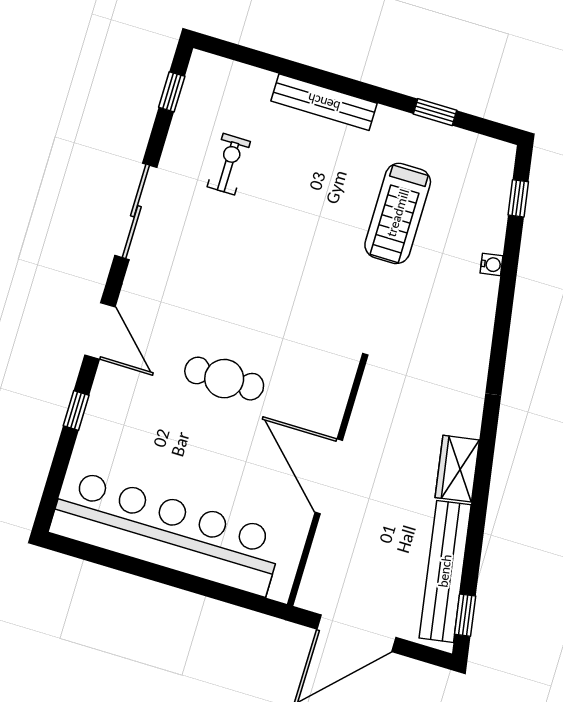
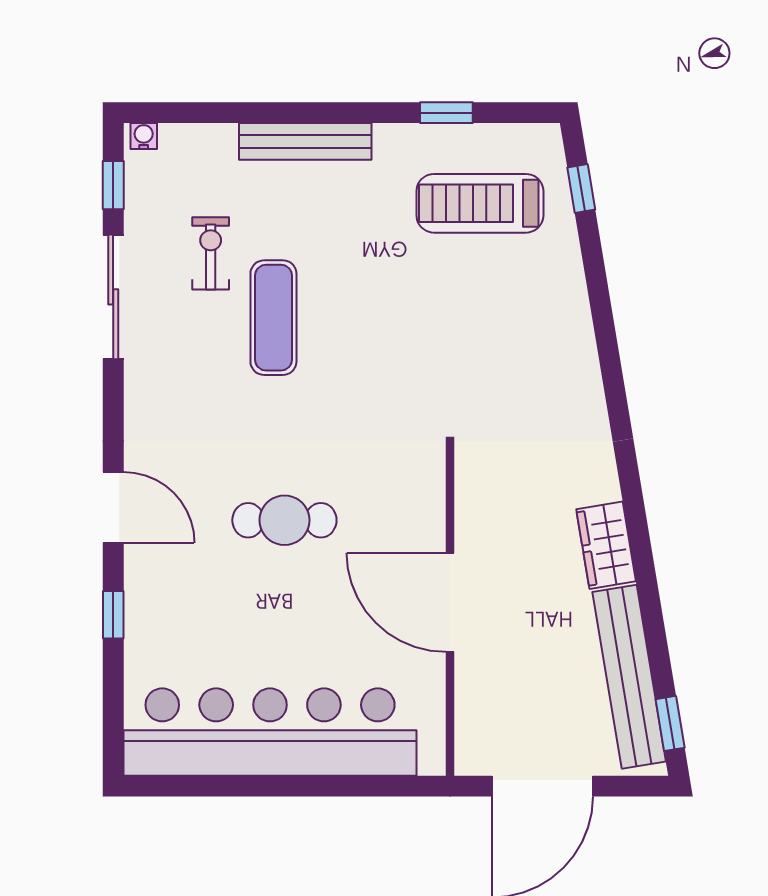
sliding door: (136, 211) -> (113, 297), moved
treadmill: (398, 213) -> (480, 203), moved, turned 90
exercise mat: (261, 226) -> (273, 318), added
water cooler: (492, 264) -> (144, 136), moved, turned -81

